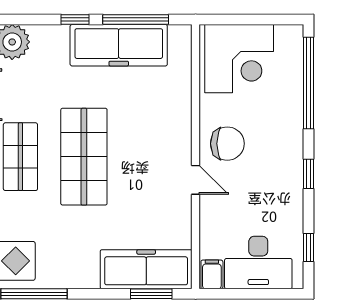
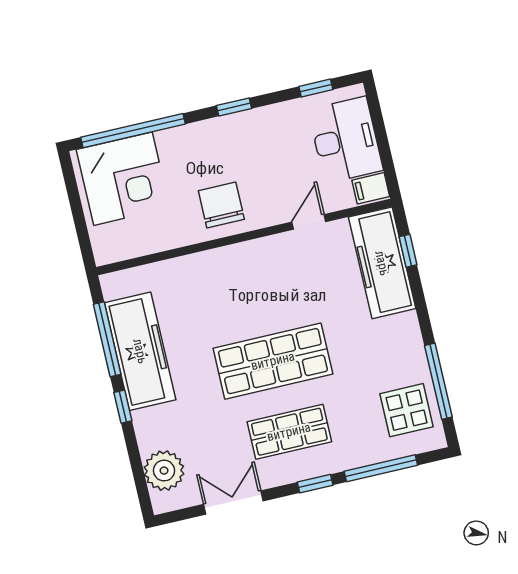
corner desk: (239, 59) -> (123, 179), moved, turned 90
door: (196, 180) -> (309, 222), moved
window: (151, 294) -> (408, 251), width x0.67

